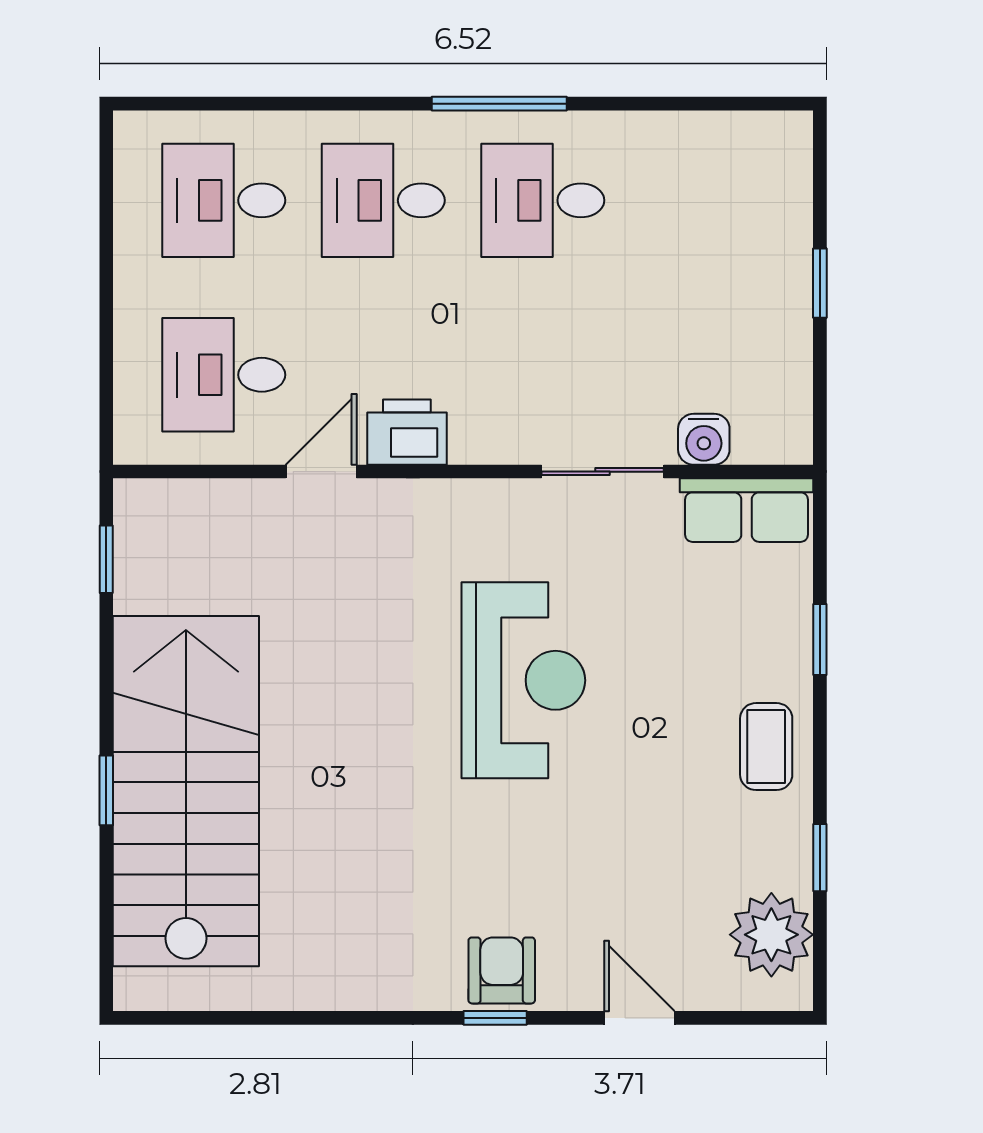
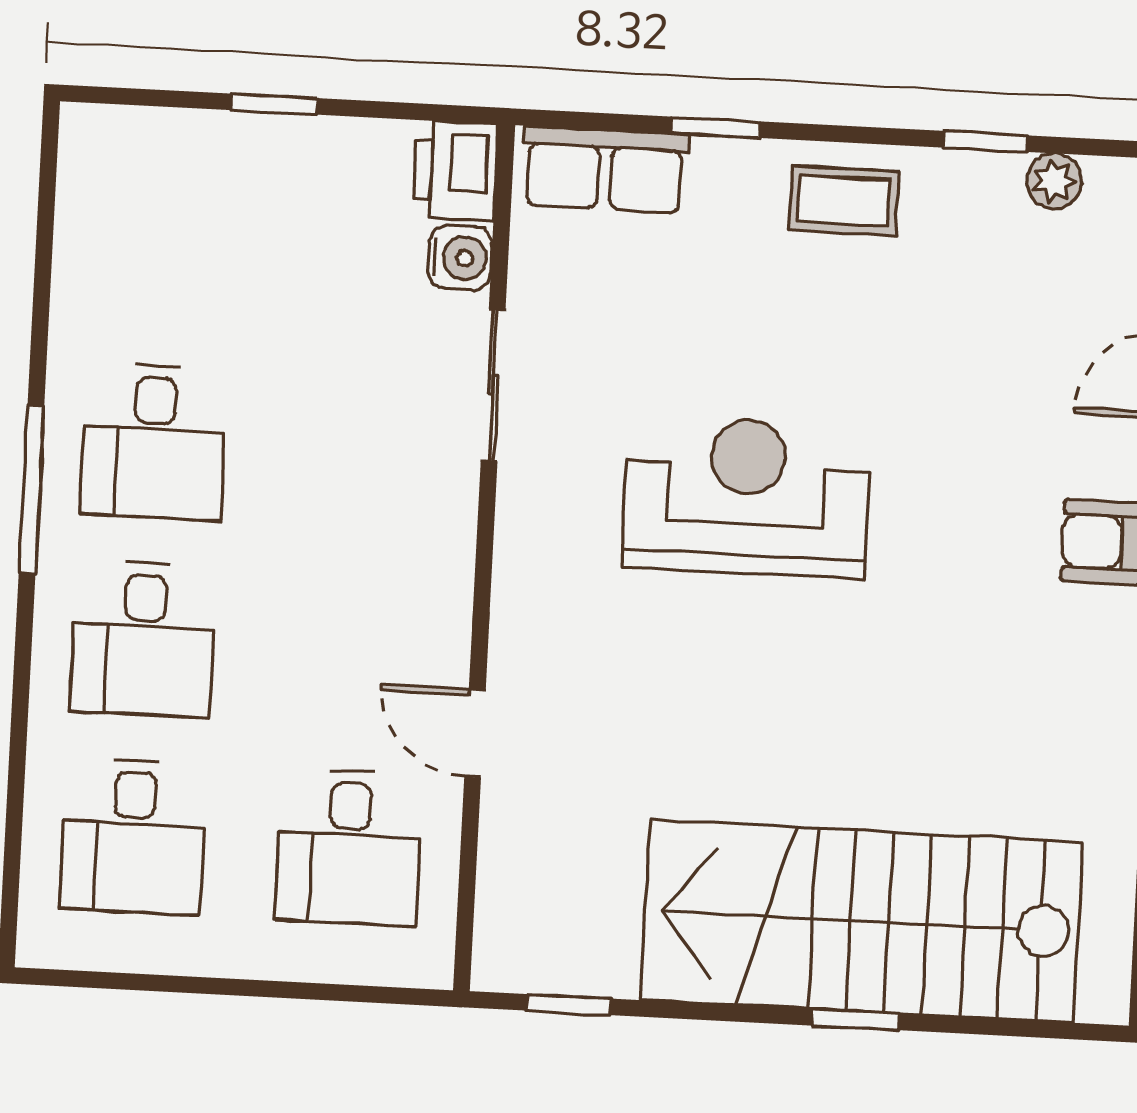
printer: (407, 432) -> (456, 171), moved
row of seats: (746, 510) -> (605, 169), moved, turned 90
plant: (771, 935) -> (1054, 181), width x0.53, depth x0.53

